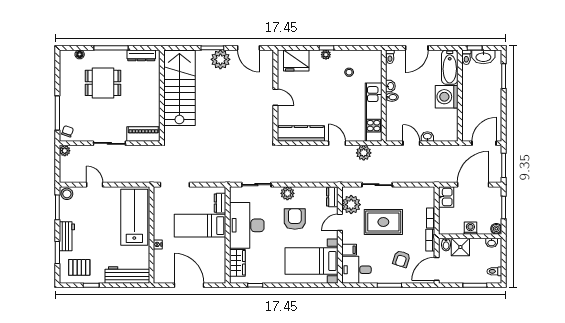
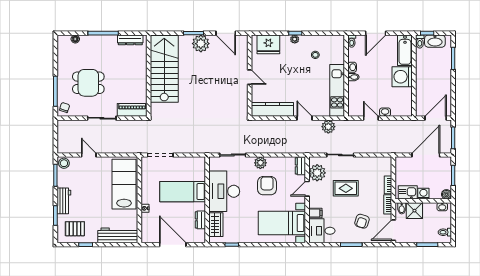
dining table: (103, 83) -> (88, 83), moved
plant: (65, 151) -> (62, 125), removed
kitchen sink: (446, 197) -> (408, 192), moved, turned -90
dresser: (220, 203) -> (200, 220), moved
rug: (383, 222) -> (346, 188), width x0.73, depth x0.70

